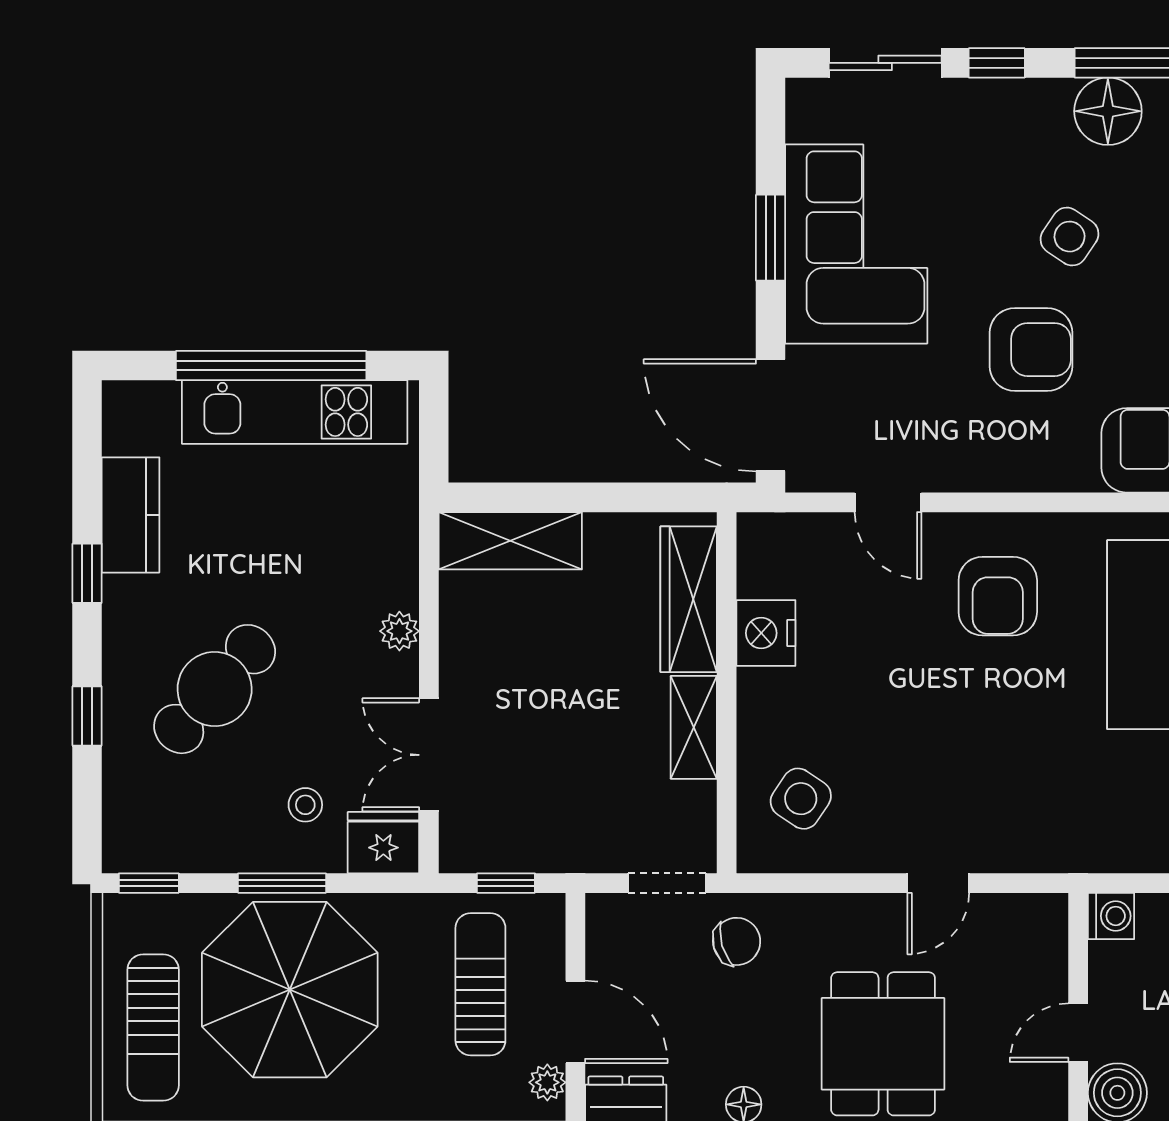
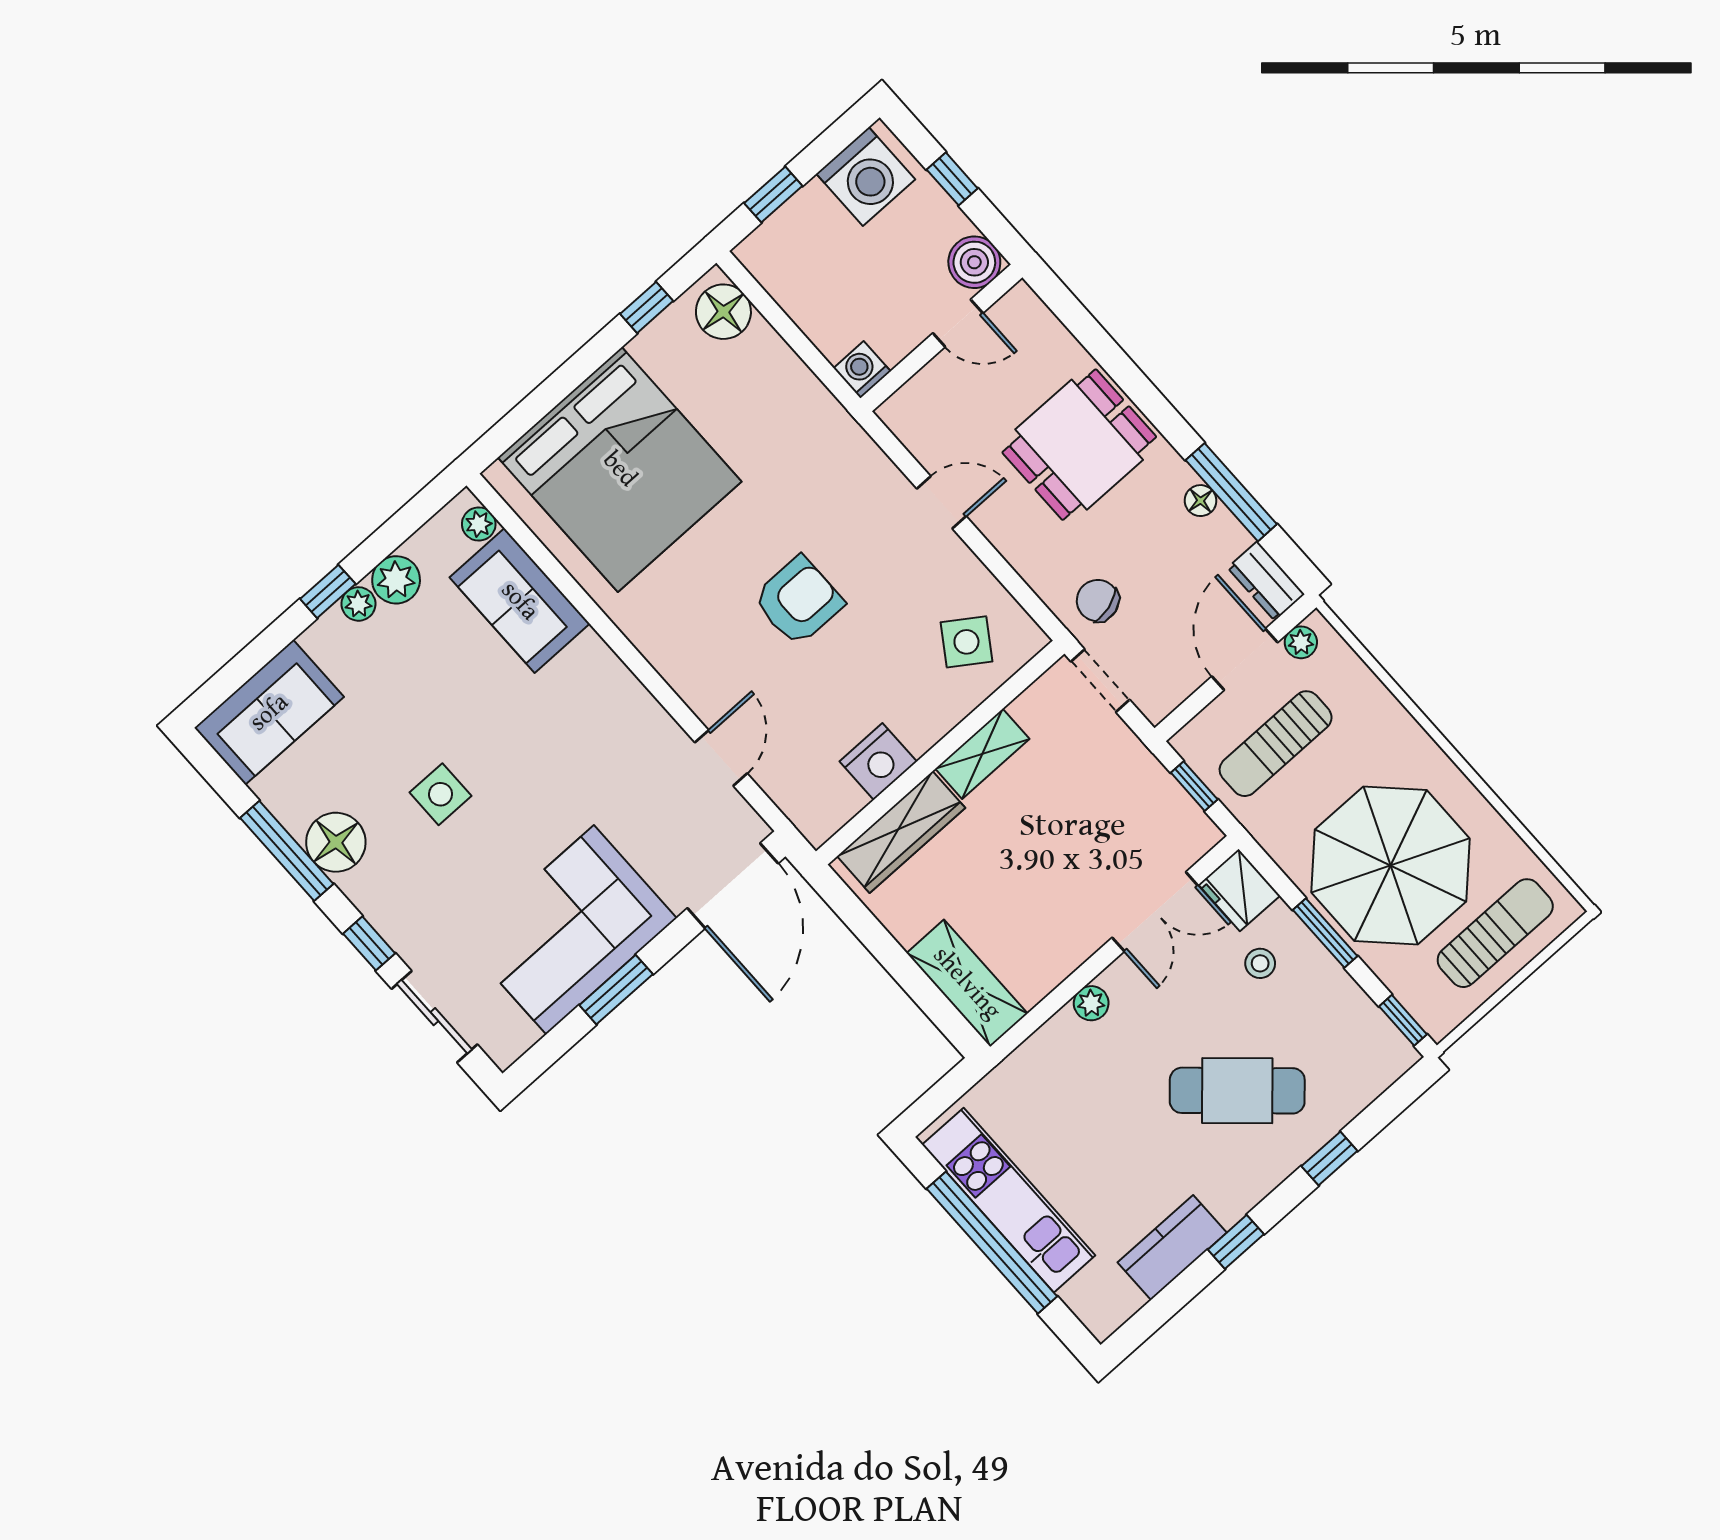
side table: (1070, 237) -> (441, 794), turned -34
armchair: (1031, 350) -> (537, 753), removed
armchair: (998, 596) -> (798, 601), moved

